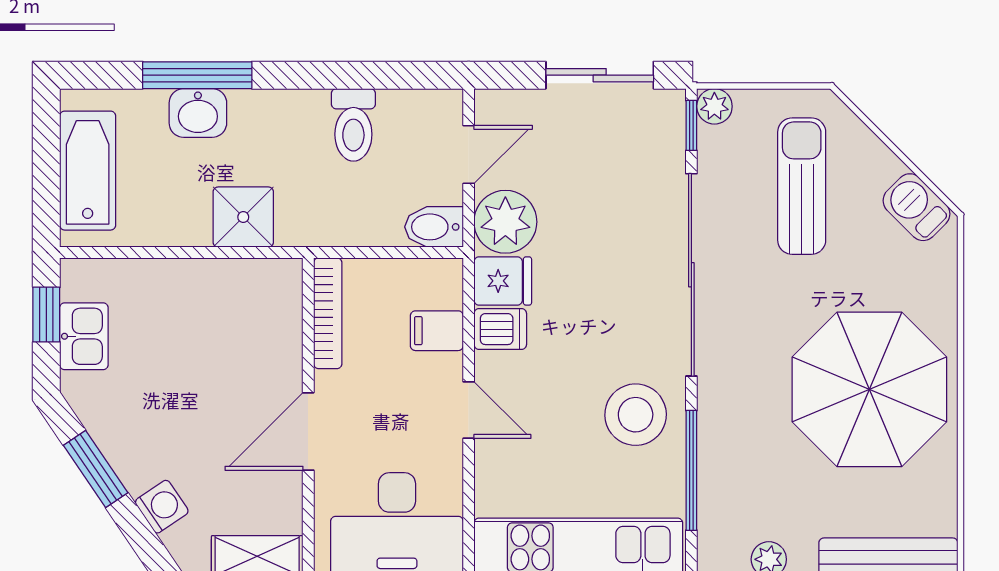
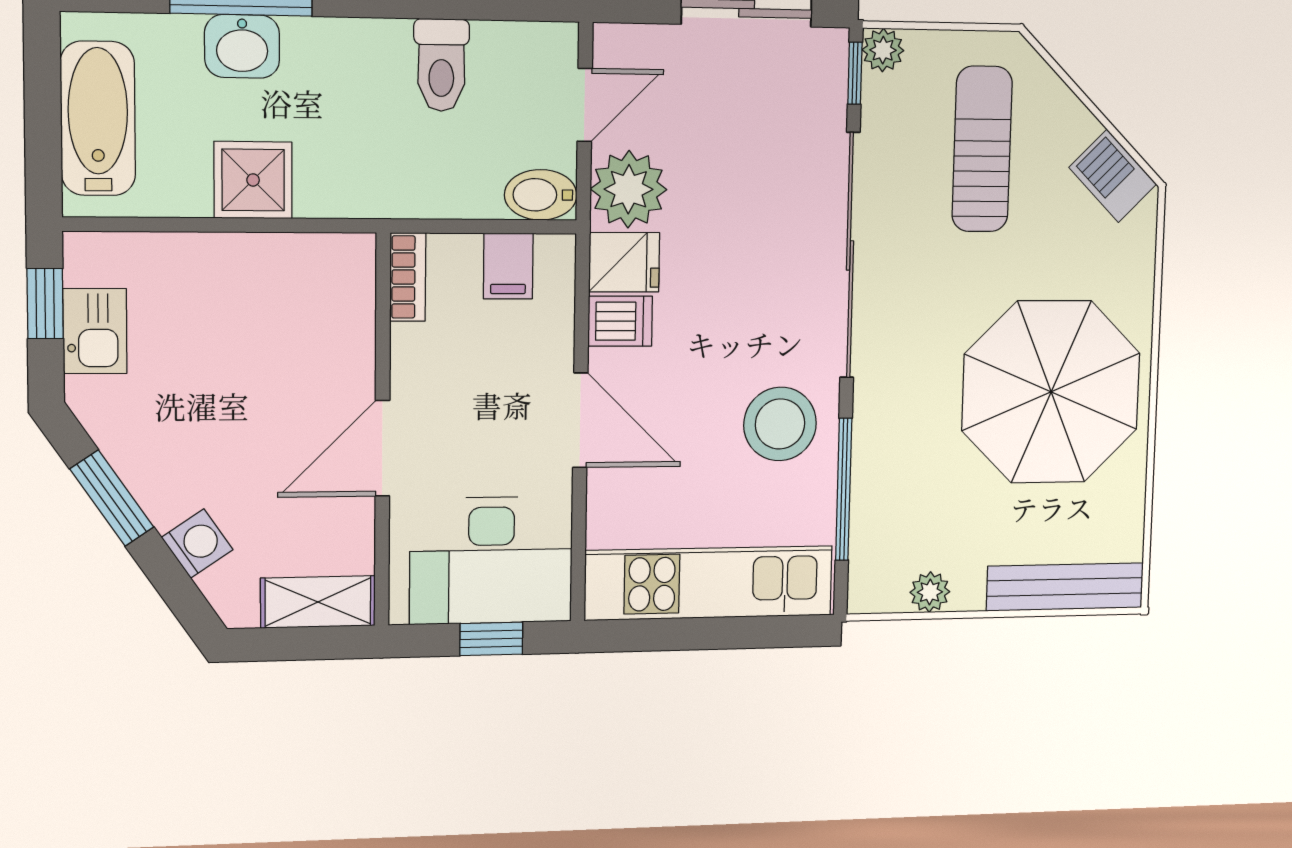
shower: (243, 217) -> (253, 180), moved
bookcase: (328, 313) -> (408, 277), width x0.64
filing cabinet: (437, 331) -> (508, 266), moved, turned -90
door: (469, 410) -> (580, 420), width x1.38

